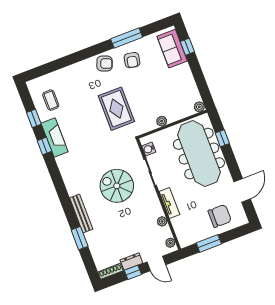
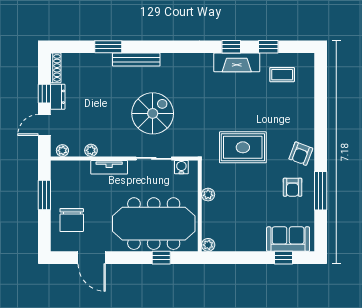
armchair: (132, 60) -> (293, 187), turned -101

